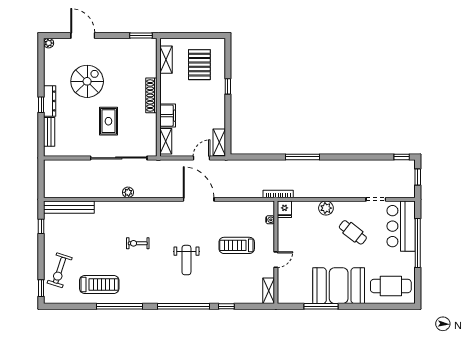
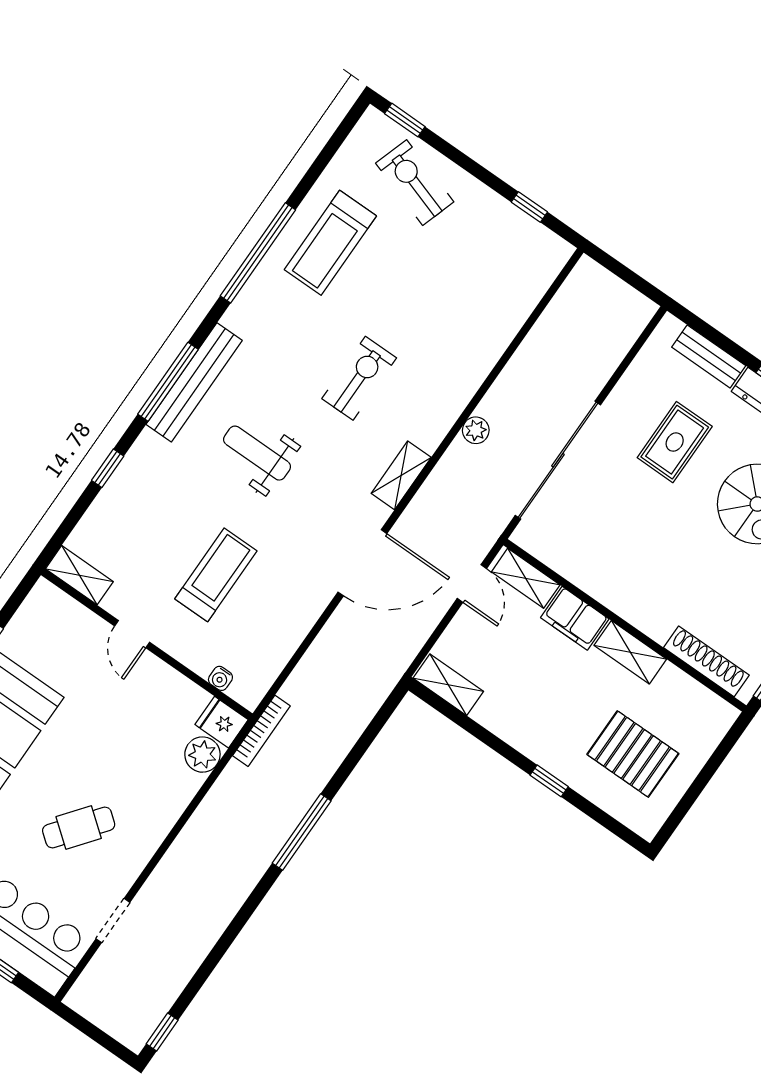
shelving: (166, 60) -> (630, 652), moved
shoe rack: (151, 95) -> (706, 661), moved
rug: (108, 121) -> (675, 442), moved, turned 90
door: (202, 158) -> (472, 584), moved
window: (418, 177) -> (99, 1036), removed
bench: (69, 207) -> (194, 382), moved
shelving: (160, 207) -> (401, 475), added
plant: (326, 208) -> (202, 755), moved
exercise bike: (138, 243) -> (359, 378), width x1.38, depth x1.39
window: (183, 306) -> (168, 382), width x0.68

